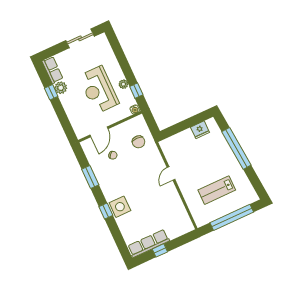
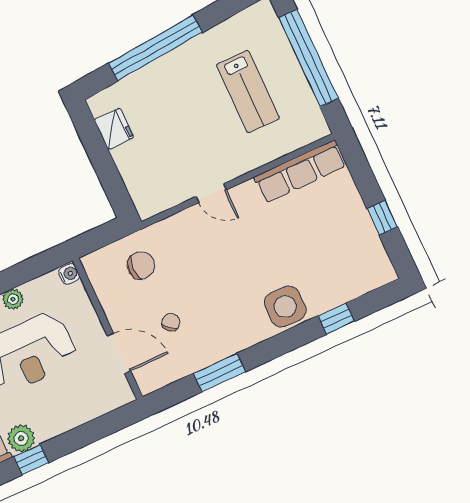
window: (136, 91) -> (27, 270), removed
window: (106, 211) -> (336, 319), moved
row of seats: (149, 243) -> (300, 171), moved, turned -90

